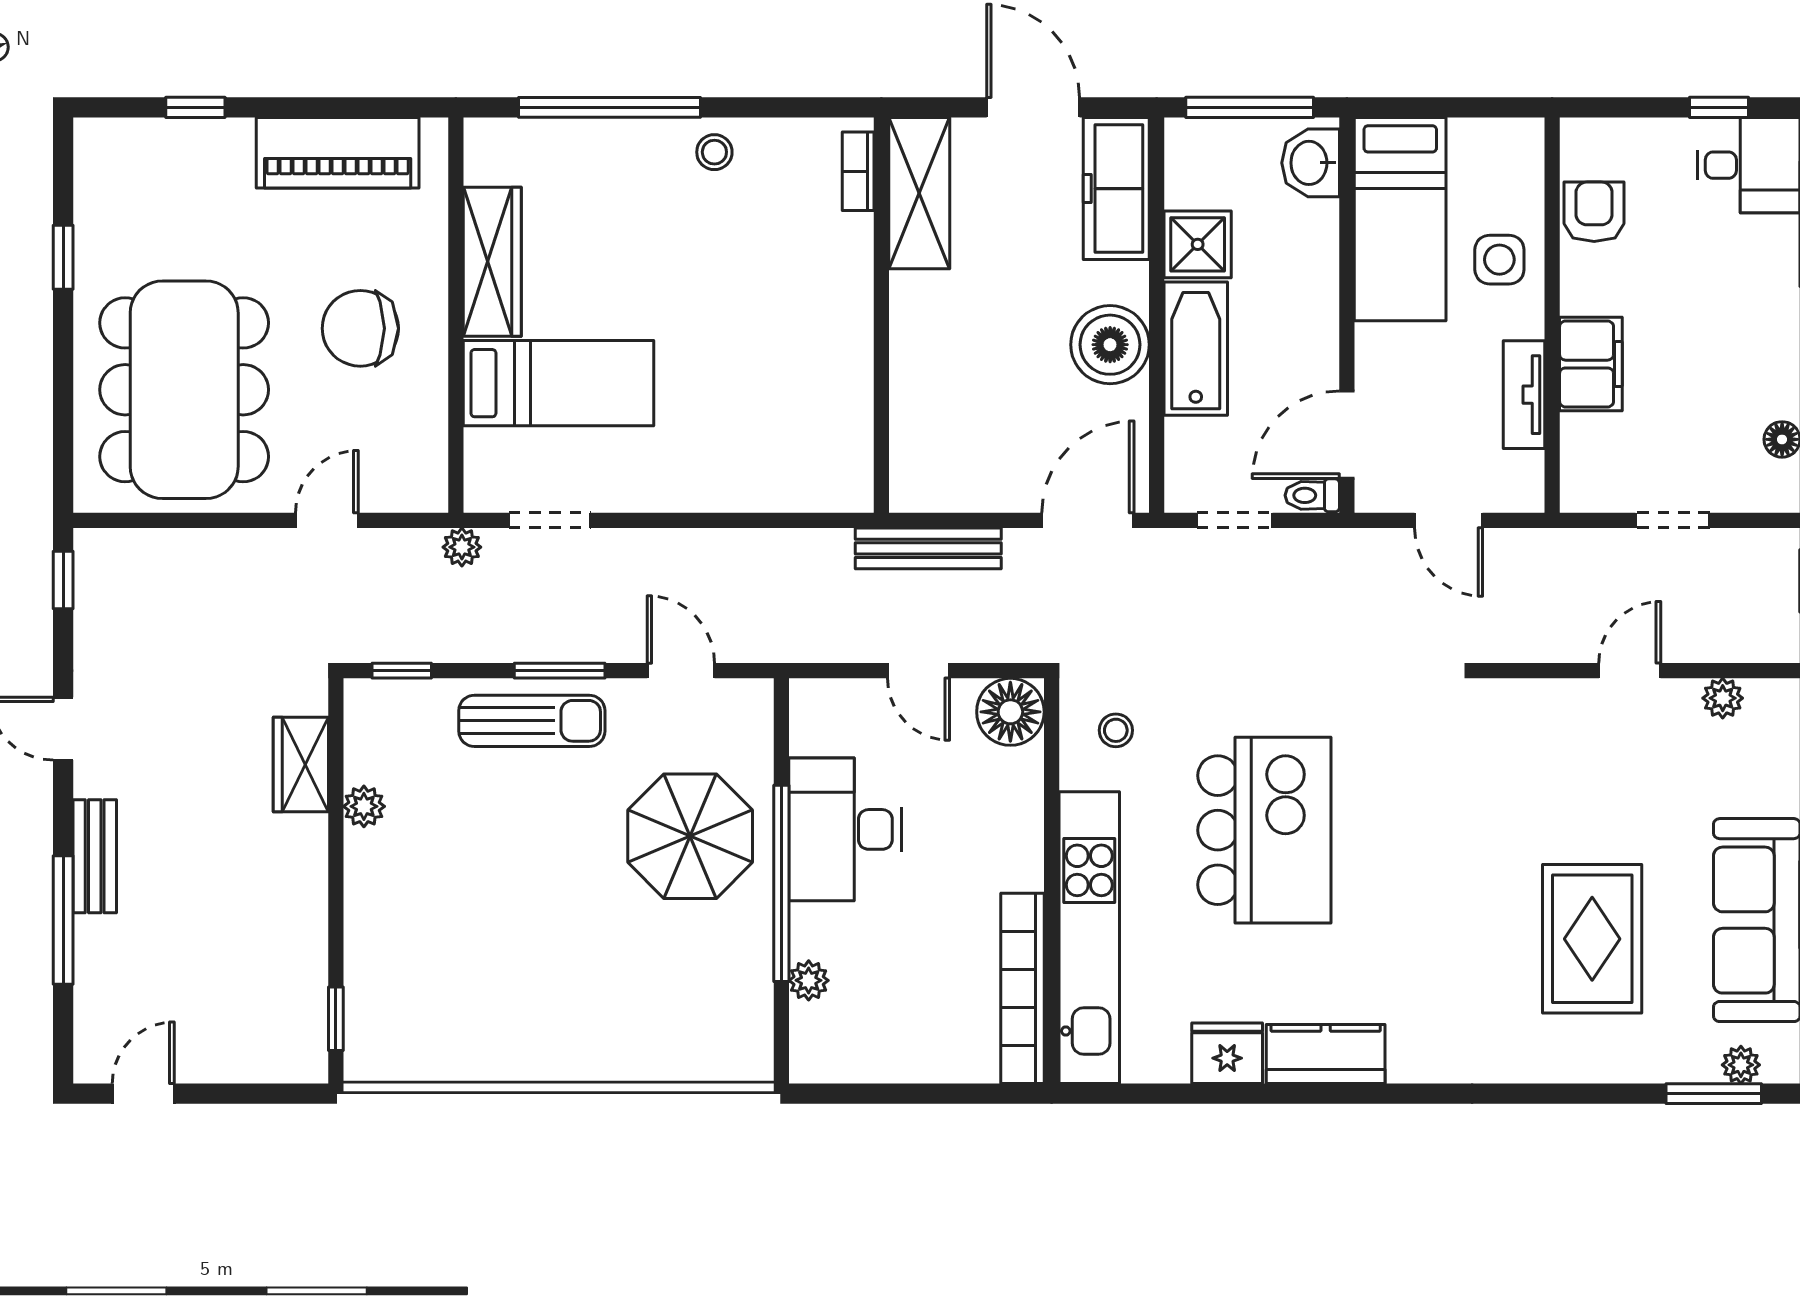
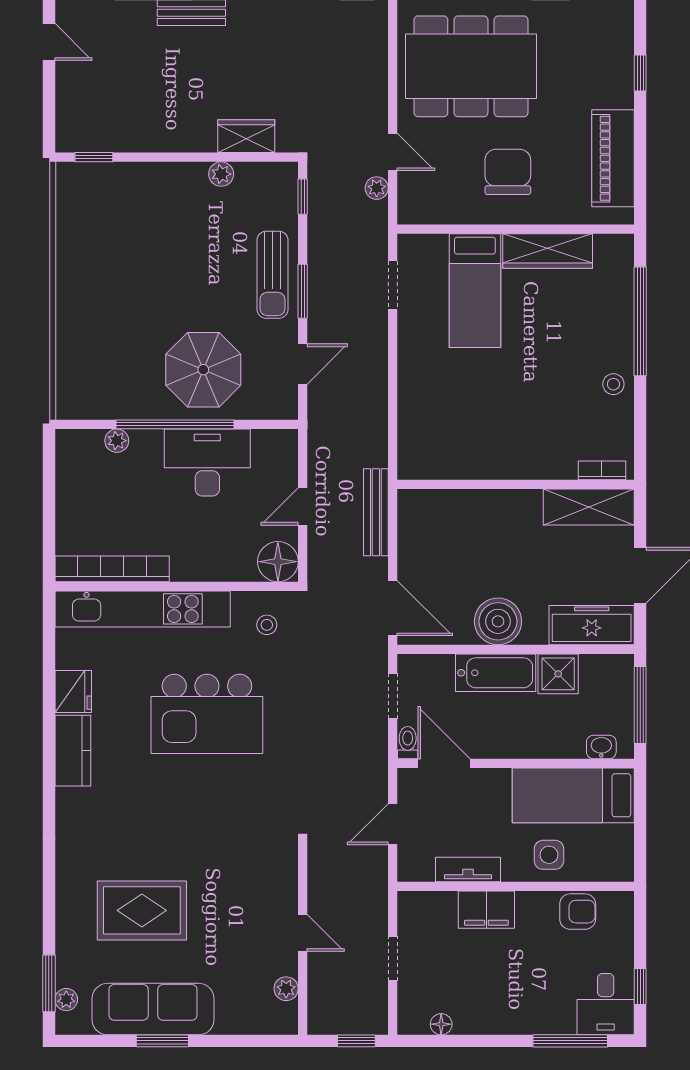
washbasin: (1311, 163) -> (601, 747), width x0.72, depth x0.69
plant: (462, 547) -> (377, 188), moved

